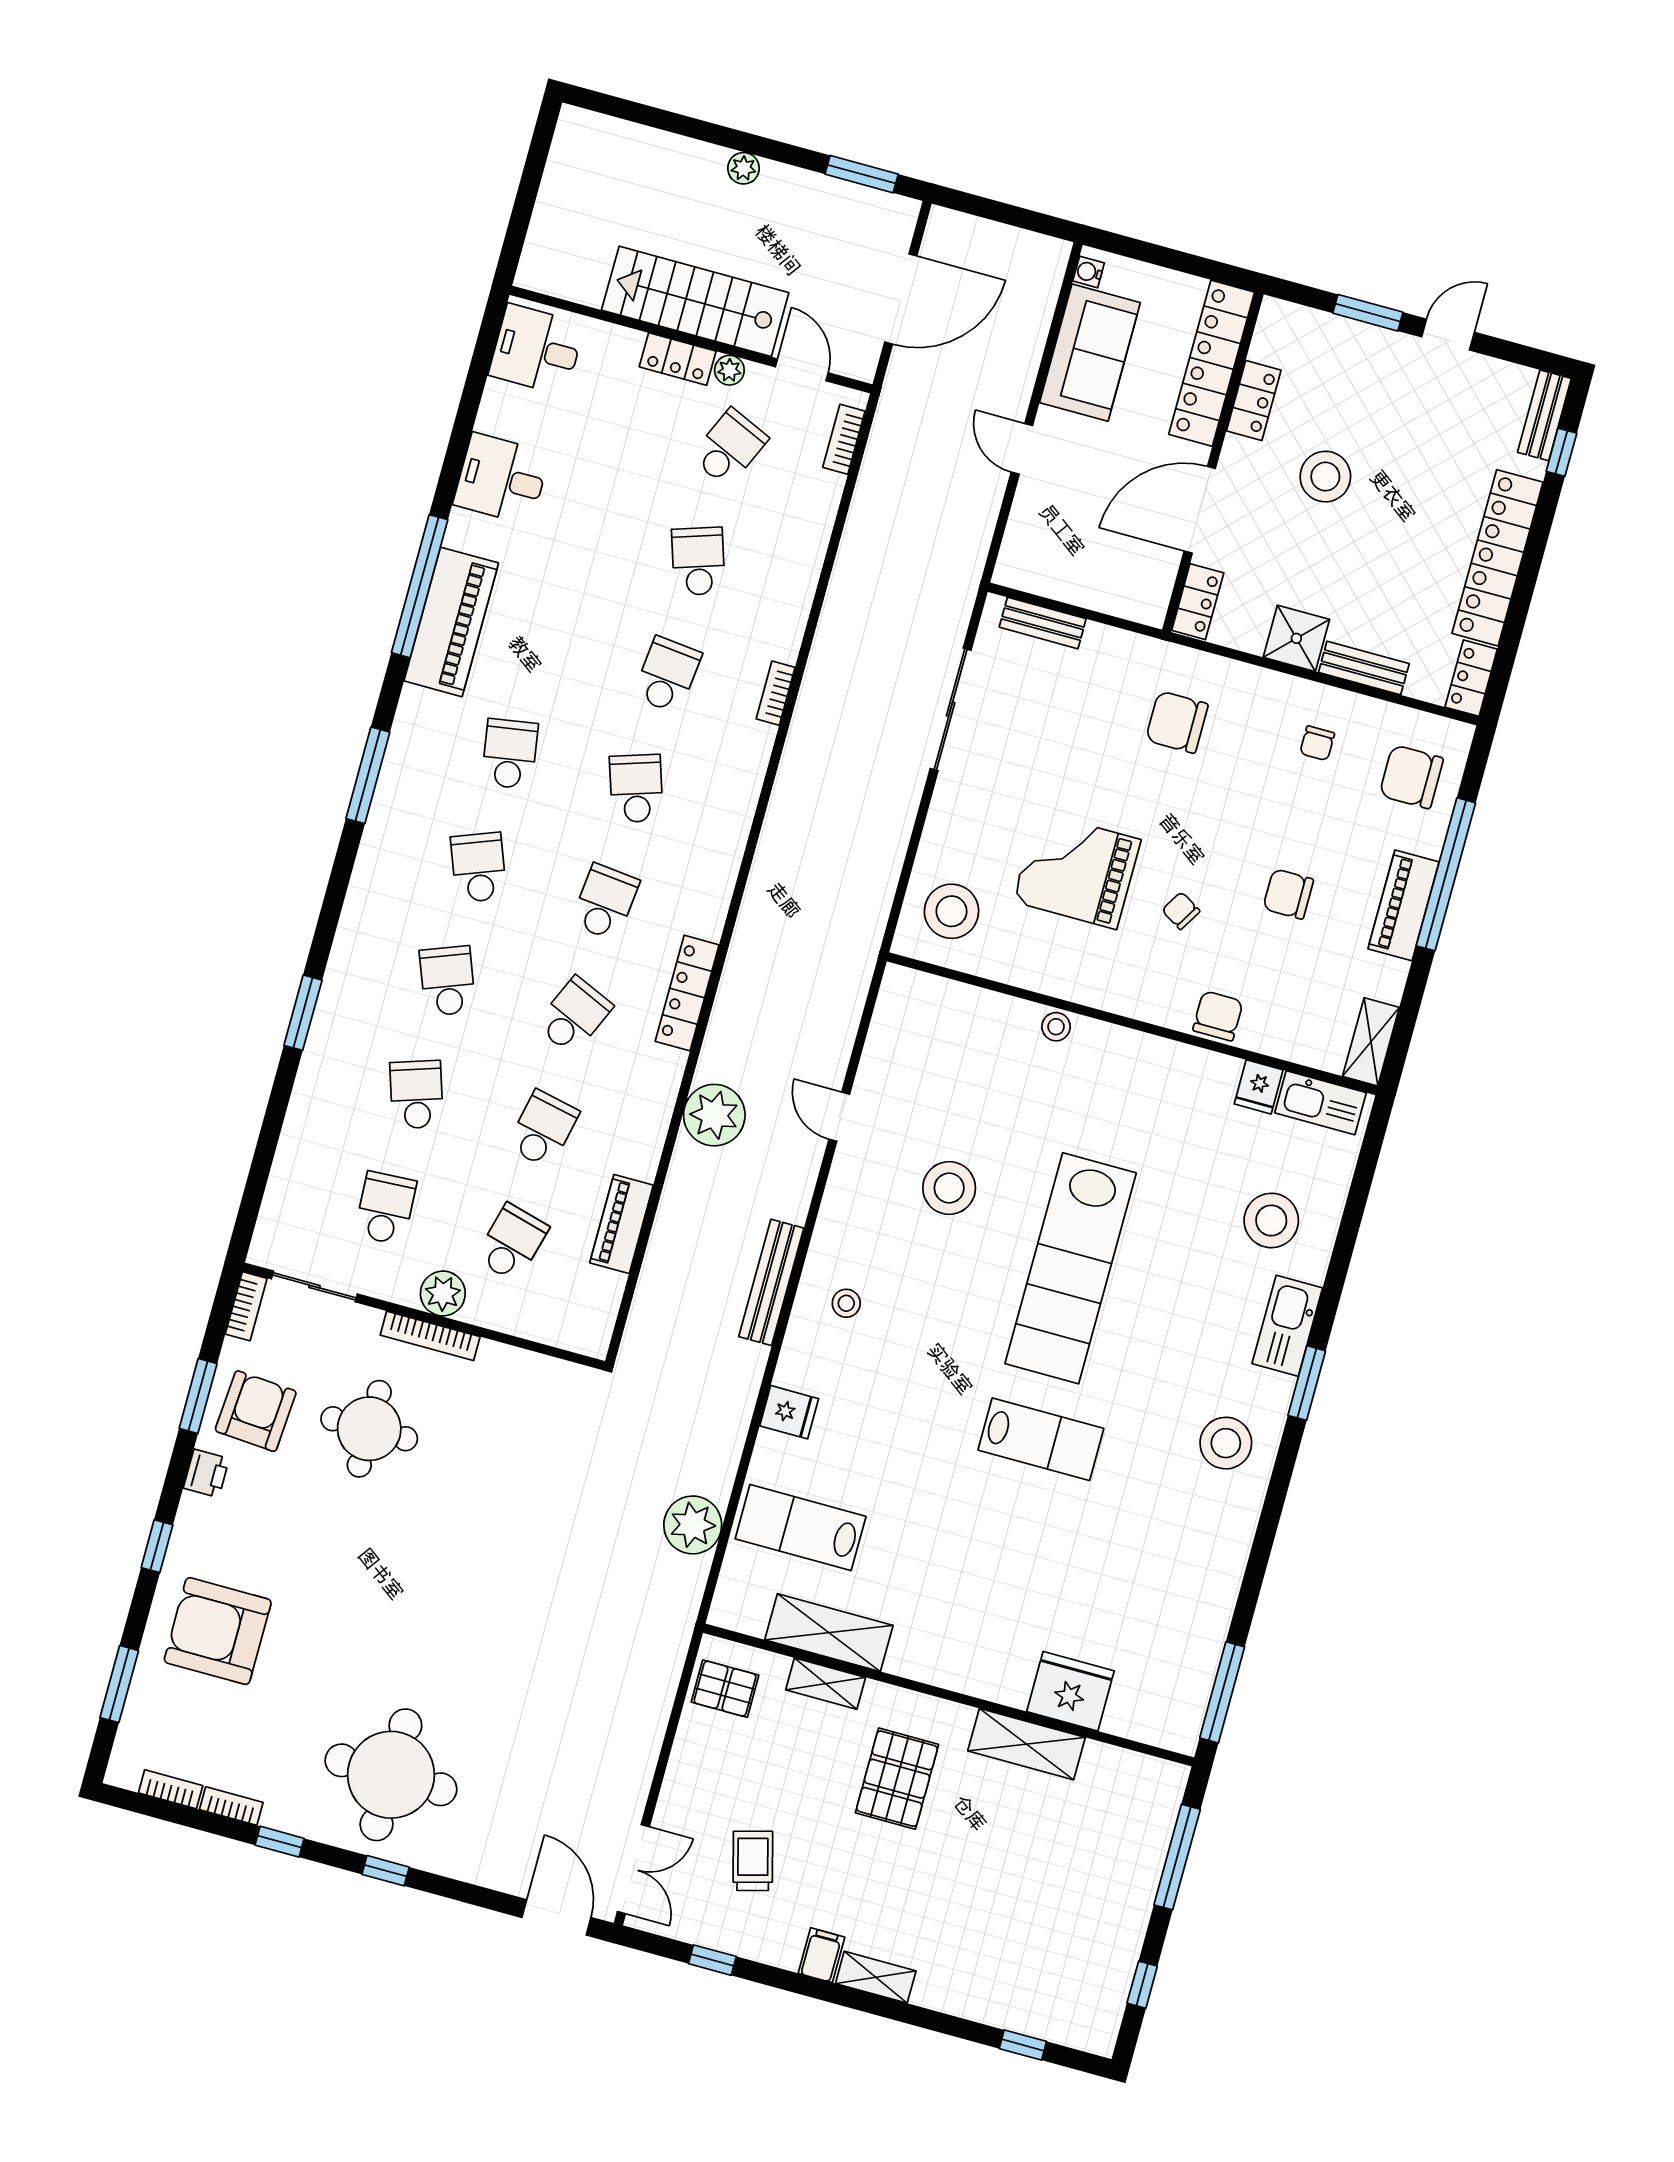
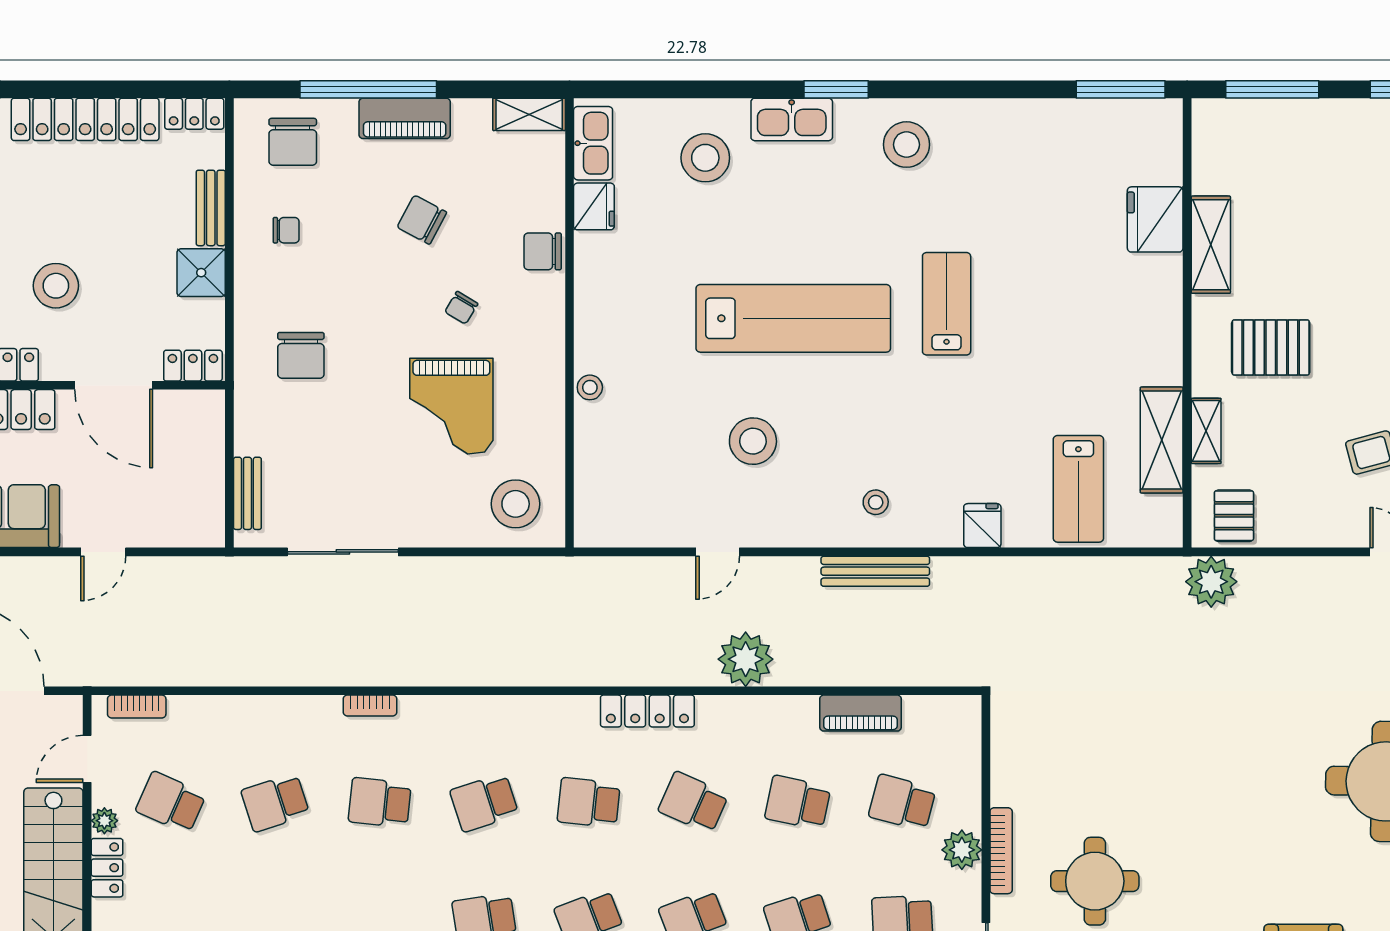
chair: (1288, 894) -> (422, 220), turned 118
fridge: (1259, 1087) -> (594, 206), width x1.38
plant: (693, 1525) -> (1211, 582), moved

